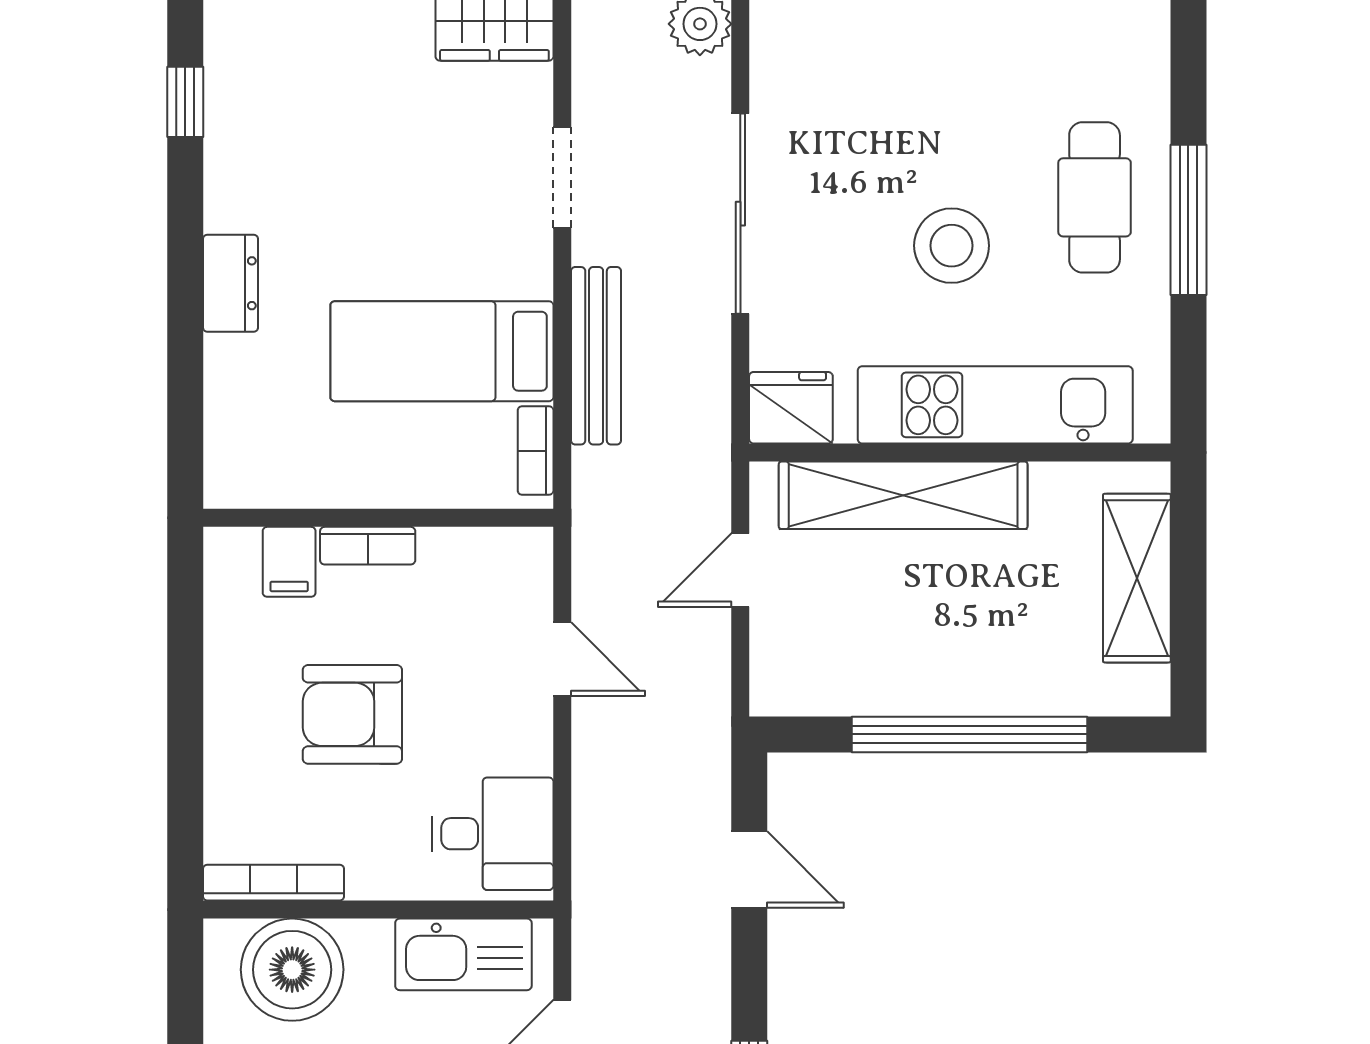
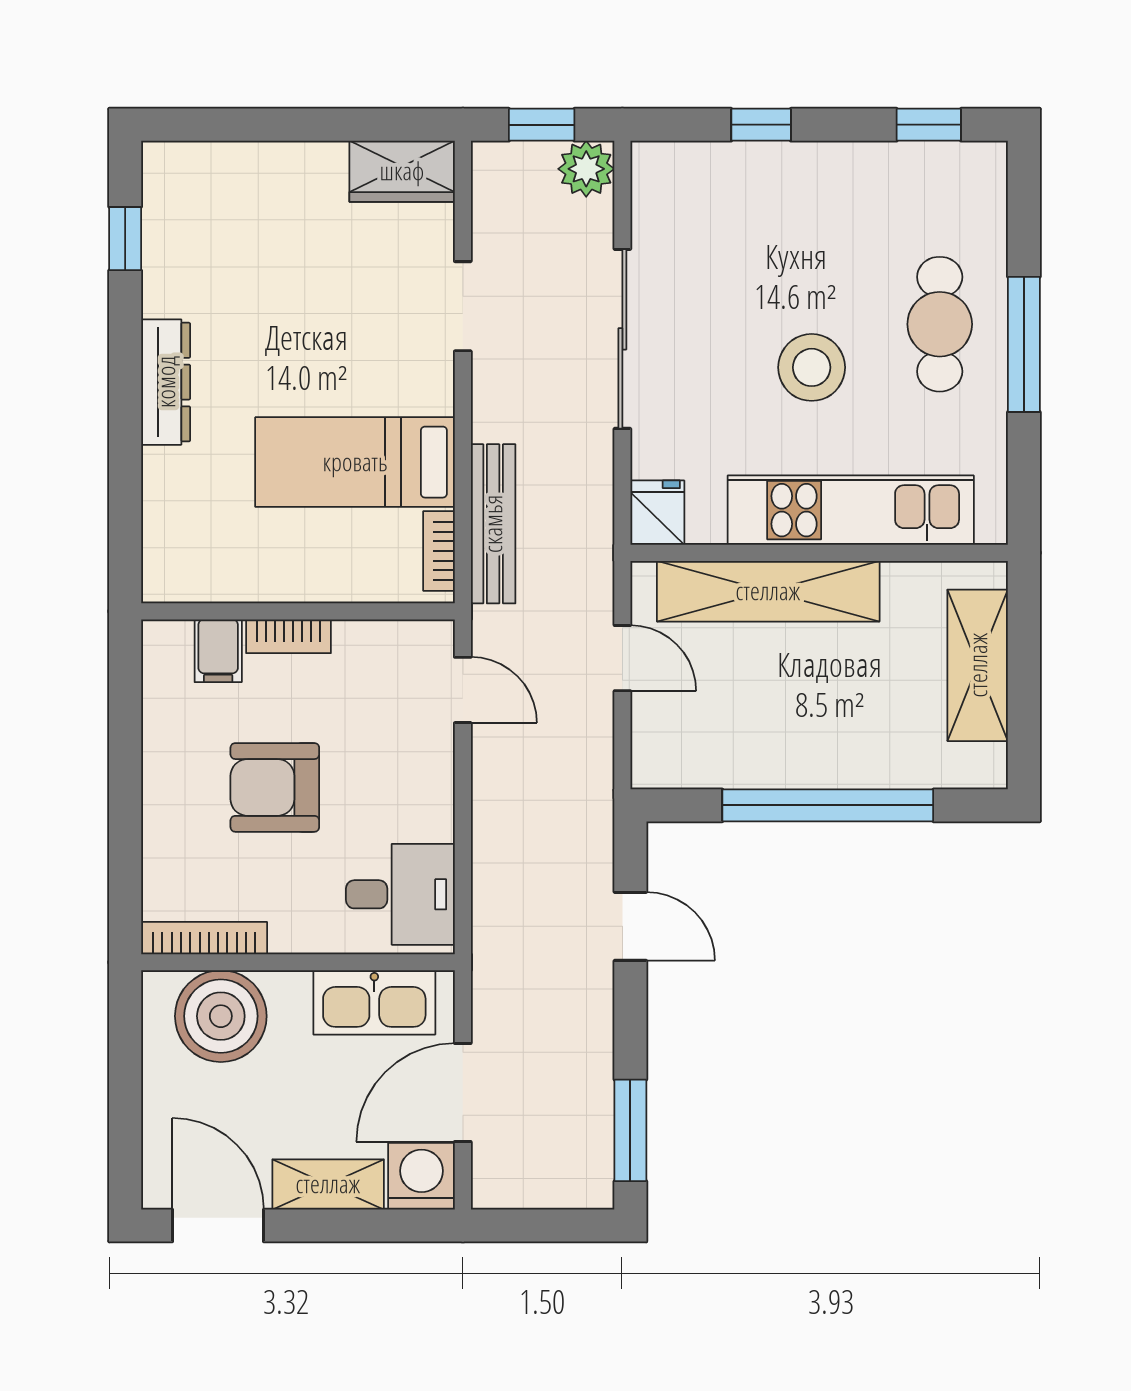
dresser: (230, 283) -> (166, 382), width x1.44
bench: (596, 356) -> (493, 524), moved
fridge: (791, 408) -> (657, 513), width x0.72
door: (740, 570) -> (622, 658), swing flipped
door: (562, 659) -> (463, 690), moved

